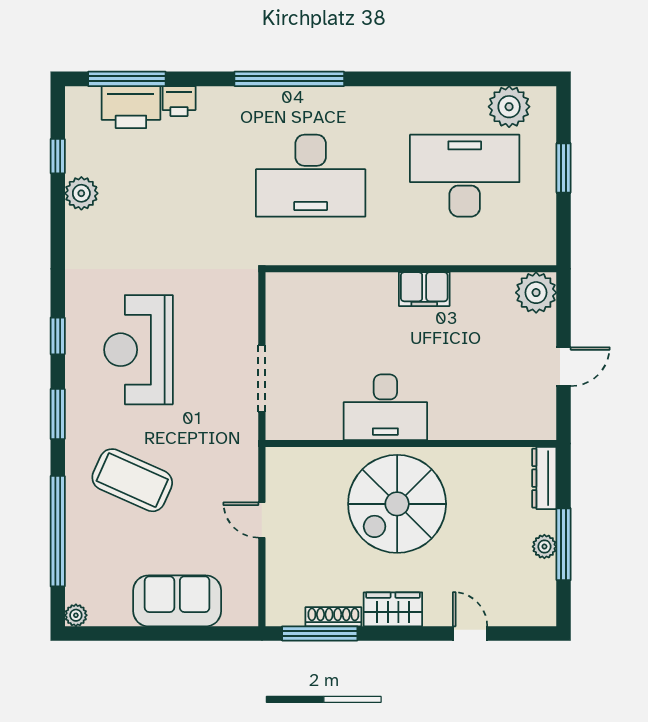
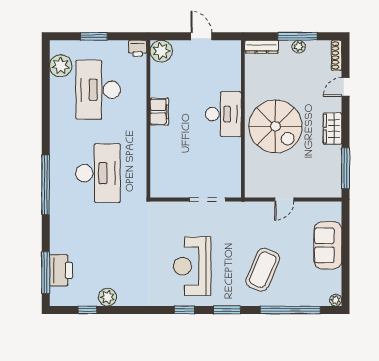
printer: (179, 101) -> (138, 48), moved, turned 90
reception desk: (139, 350) -> (192, 266), turned 90
desk: (385, 407) -> (223, 114), moved
shoe rack: (333, 617) -> (337, 55), moved

